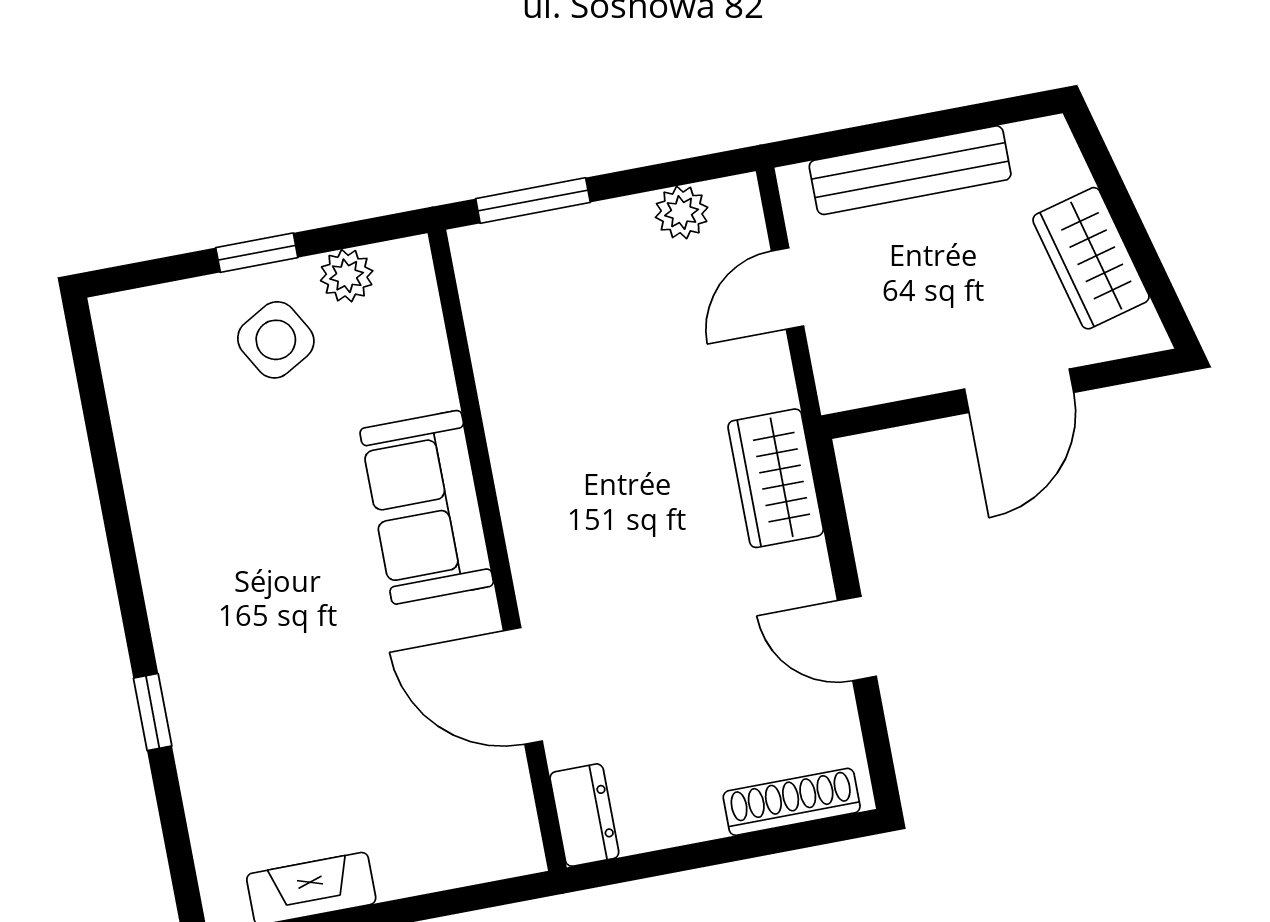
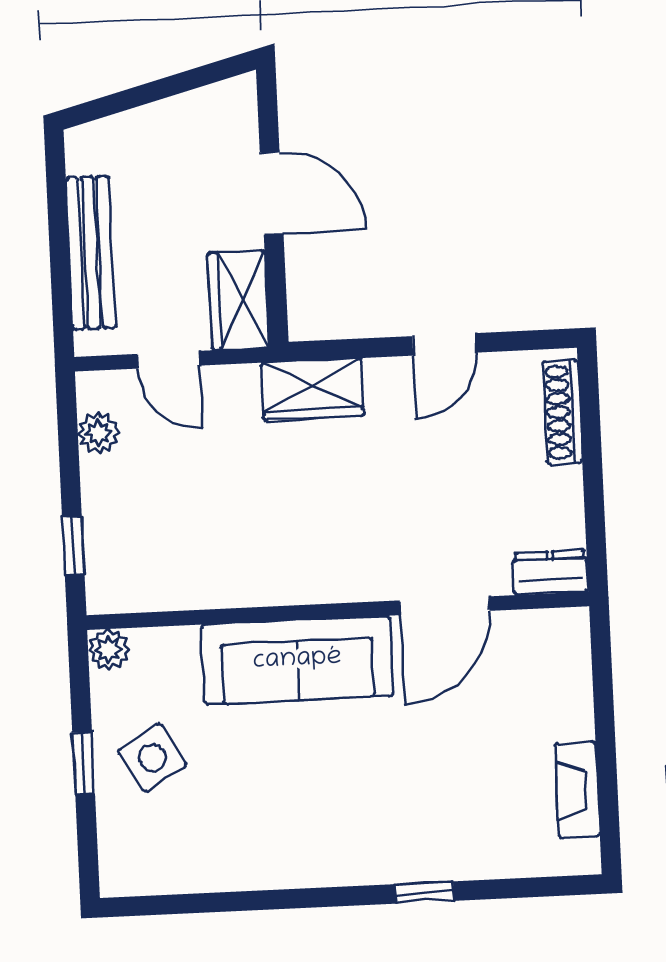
window: (533, 200) -> (73, 546), width x0.67
wardrobe: (1091, 258) -> (239, 300), moved, turned 105
plant: (347, 276) -> (109, 650), moved
sofa: (427, 507) -> (297, 660), width x1.36

